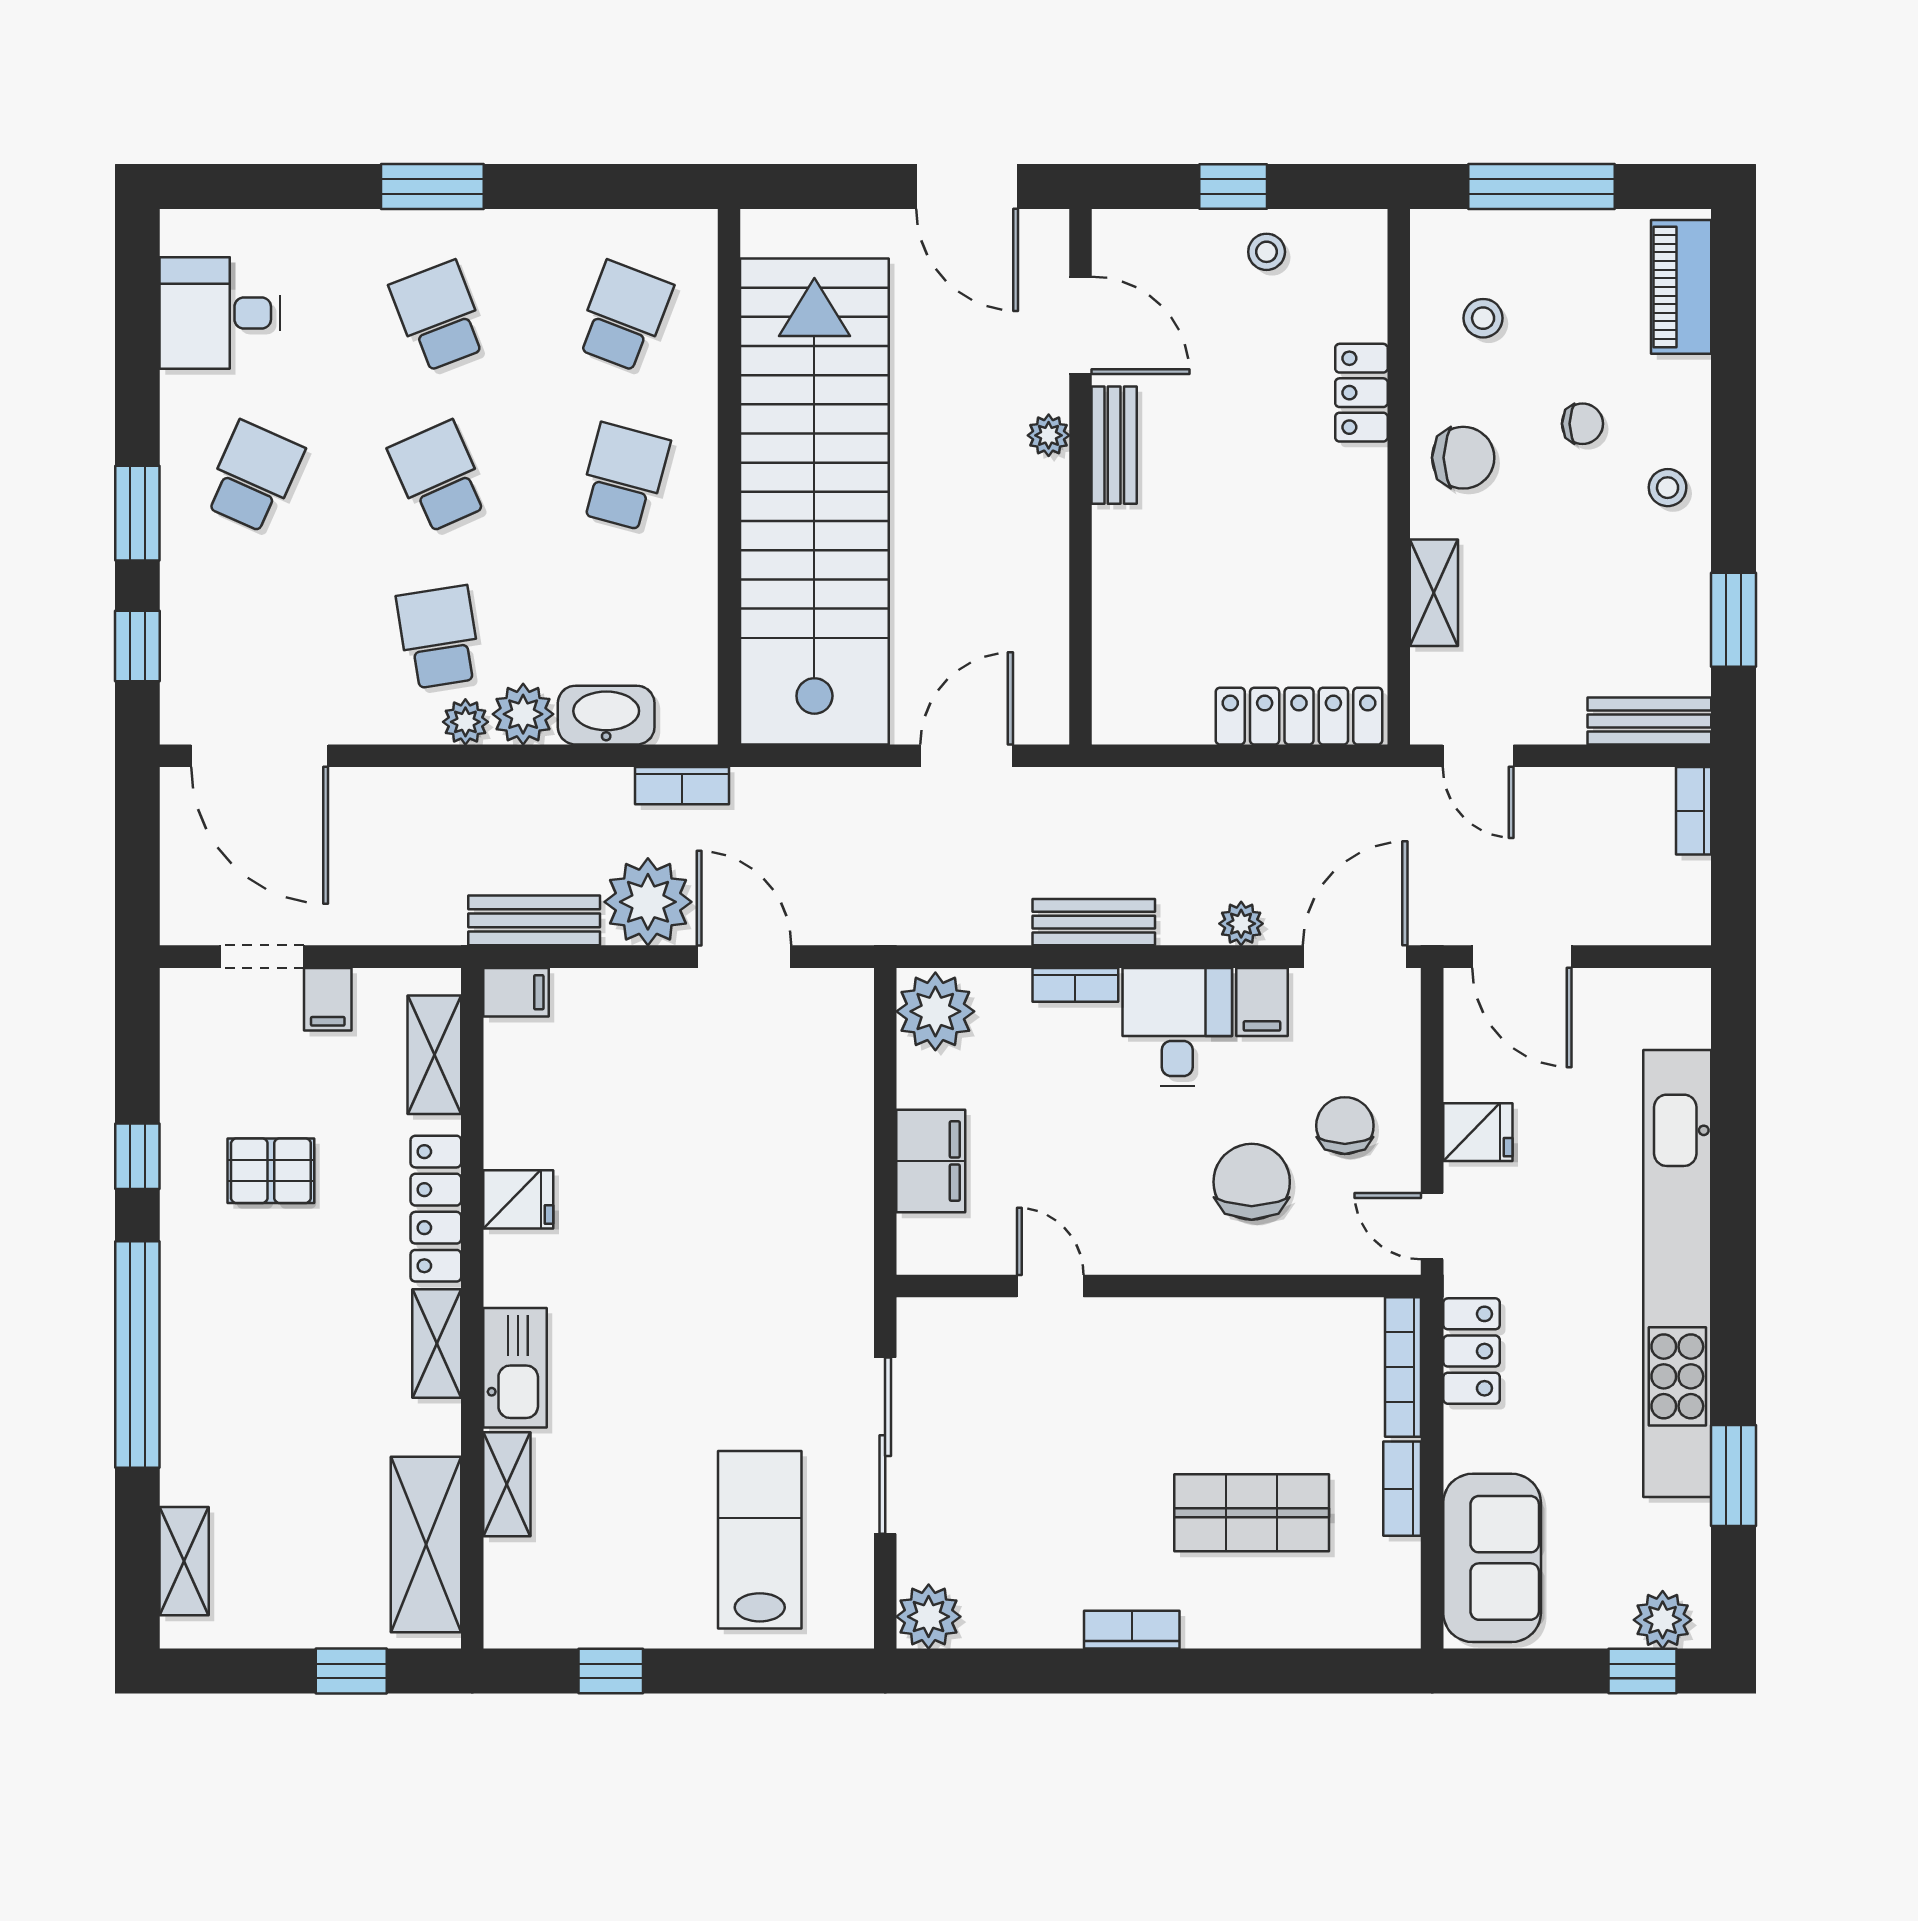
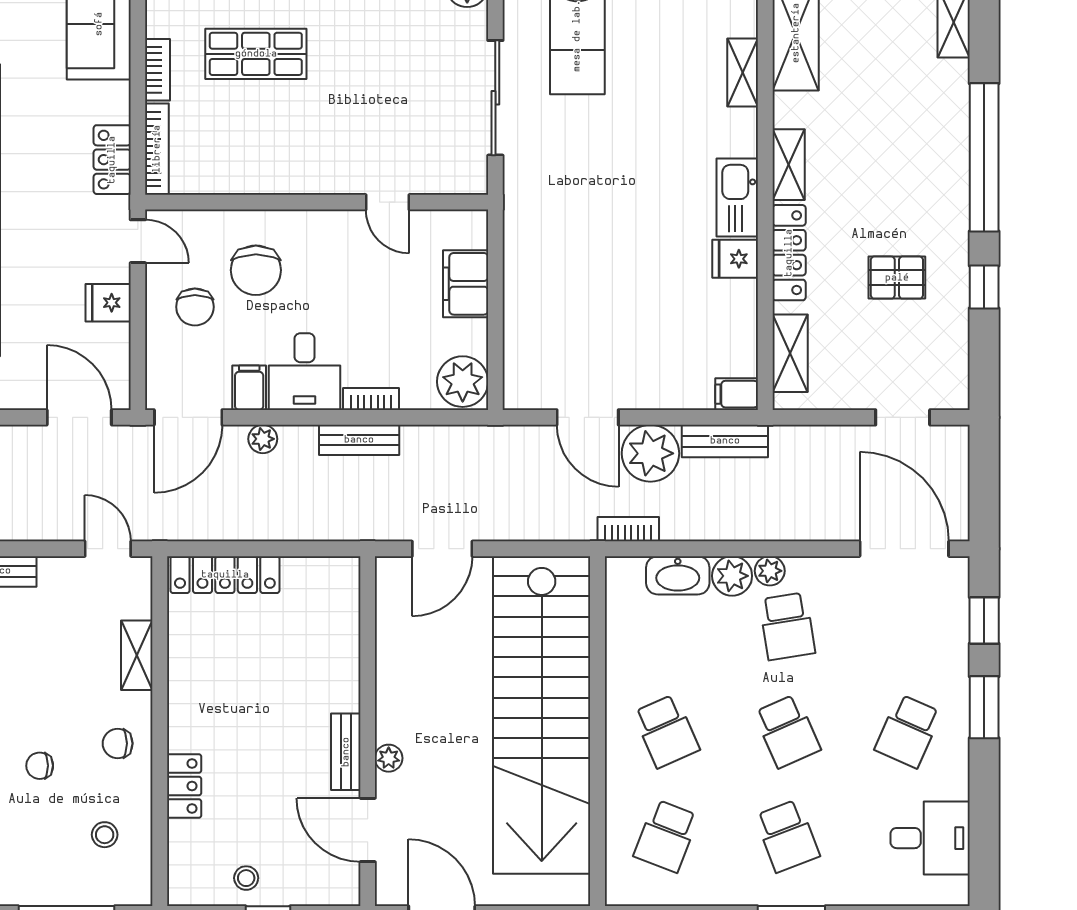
chair: (1463, 458) -> (118, 743), width x0.73, depth x0.73
school desk: (624, 477) -> (666, 731), turned -39
filing cabinet: (328, 999) -> (860, 390), removed
kitchen sink: (515, 1368) -> (737, 198), moved

